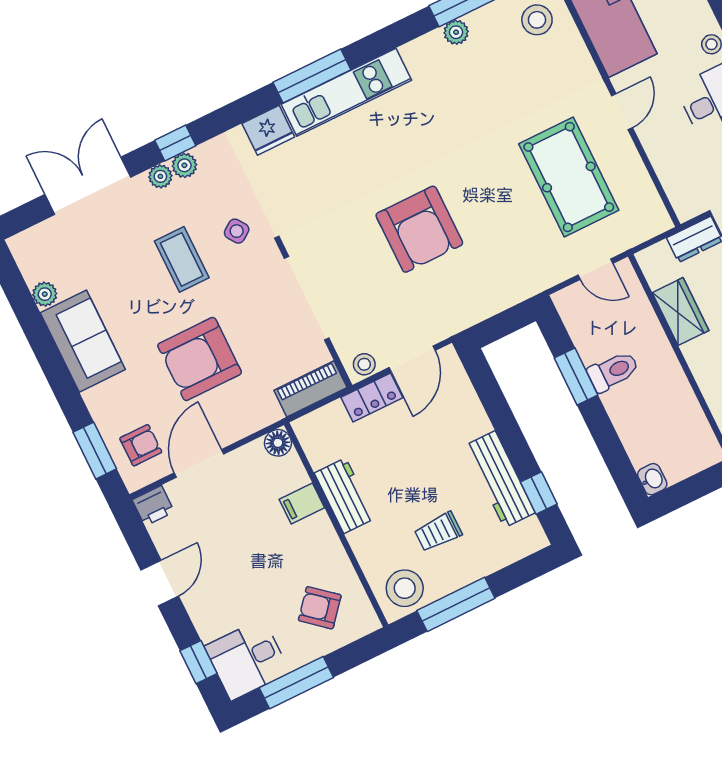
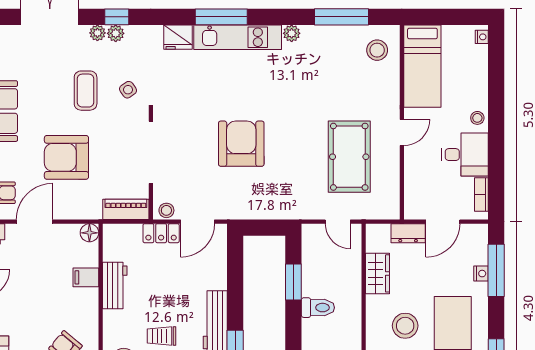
plant: (456, 32) -> (292, 33), moved
armchair: (419, 229) -> (241, 144), turned 180
toilet: (613, 371) -> (318, 308), moved

